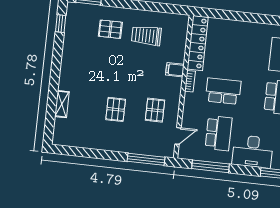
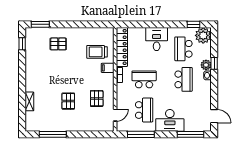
trolley: (146, 36) -> (97, 52), moved
desk: (247, 37) -> (157, 39), added
window: (146, 159) -> (53, 134), moved

